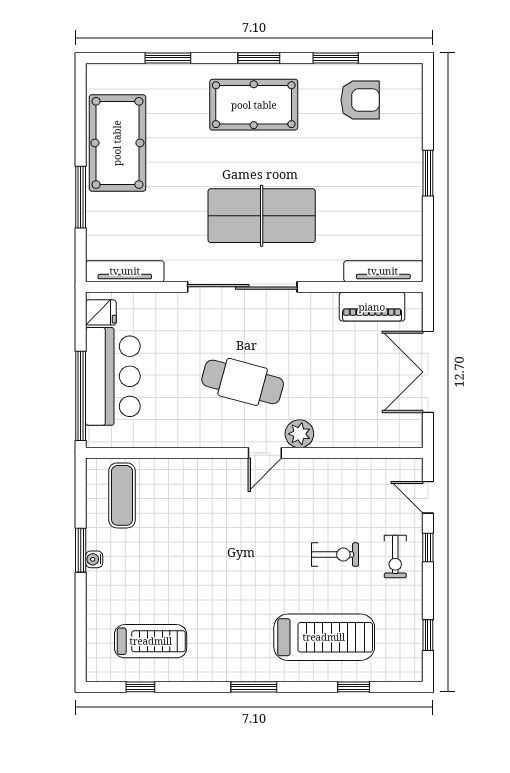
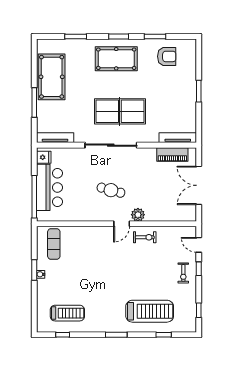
cafe table: (243, 382) -> (111, 190), width x0.73, depth x0.74
exercise bike: (335, 555) -> (145, 237), moved

